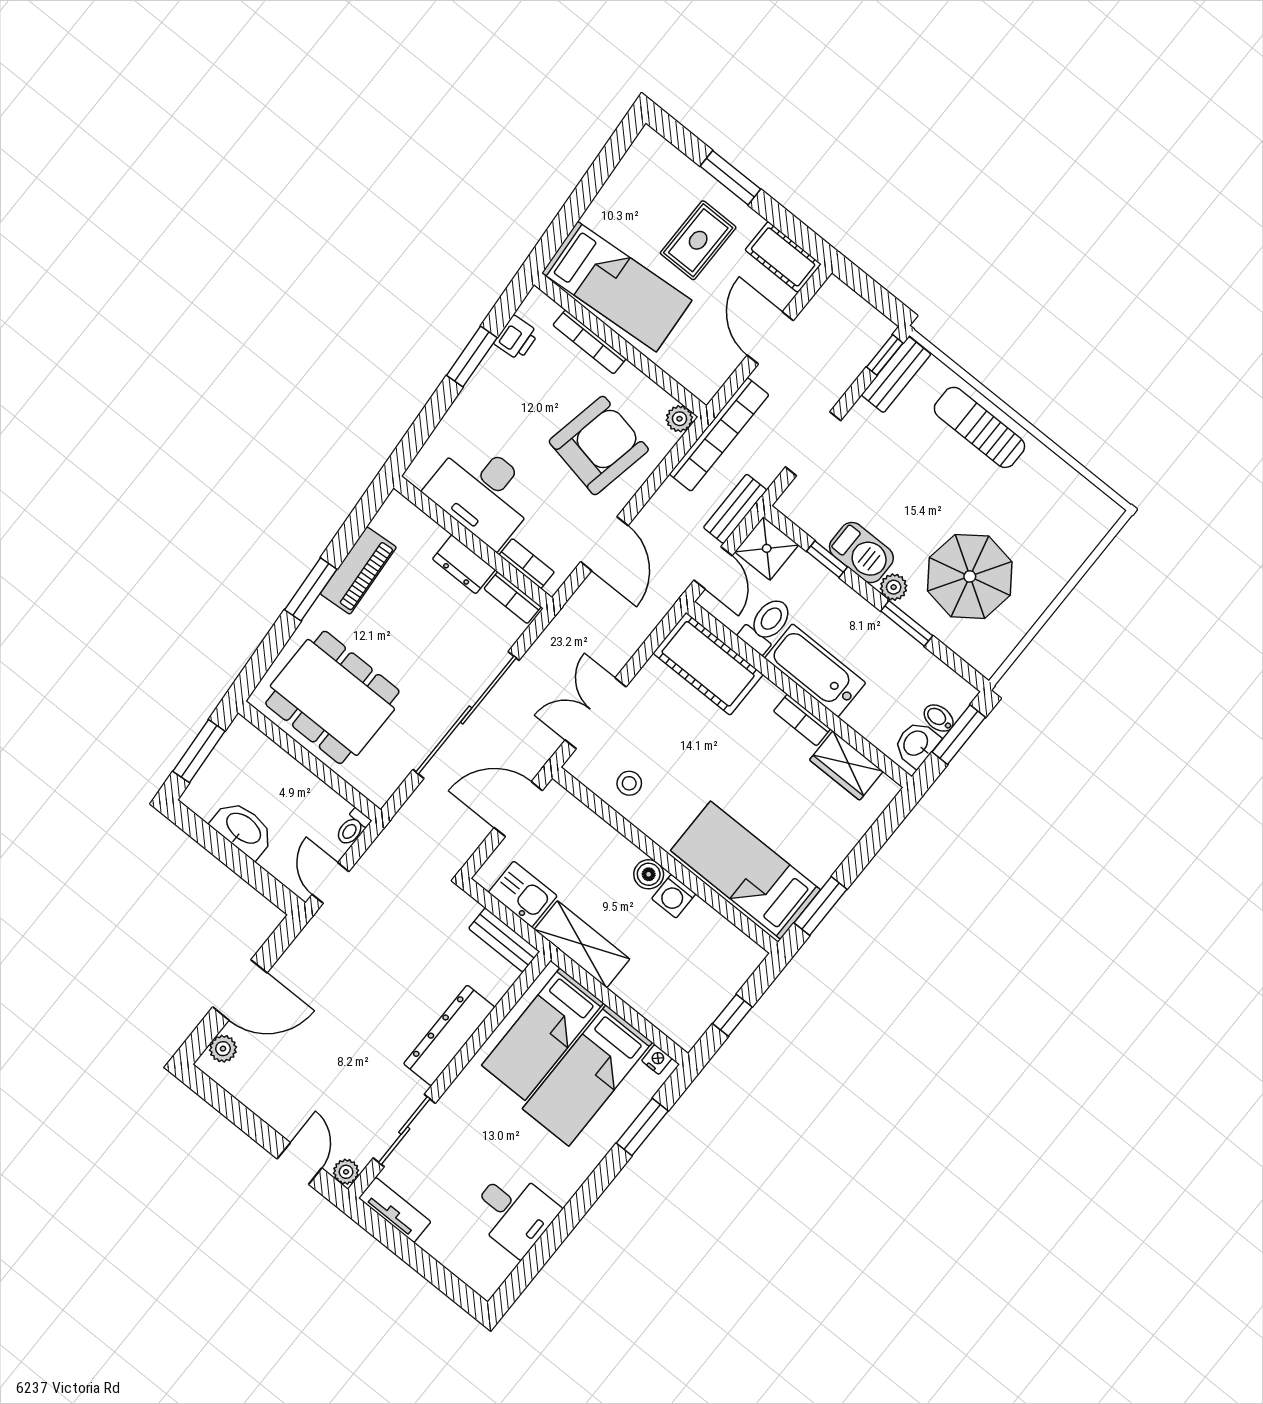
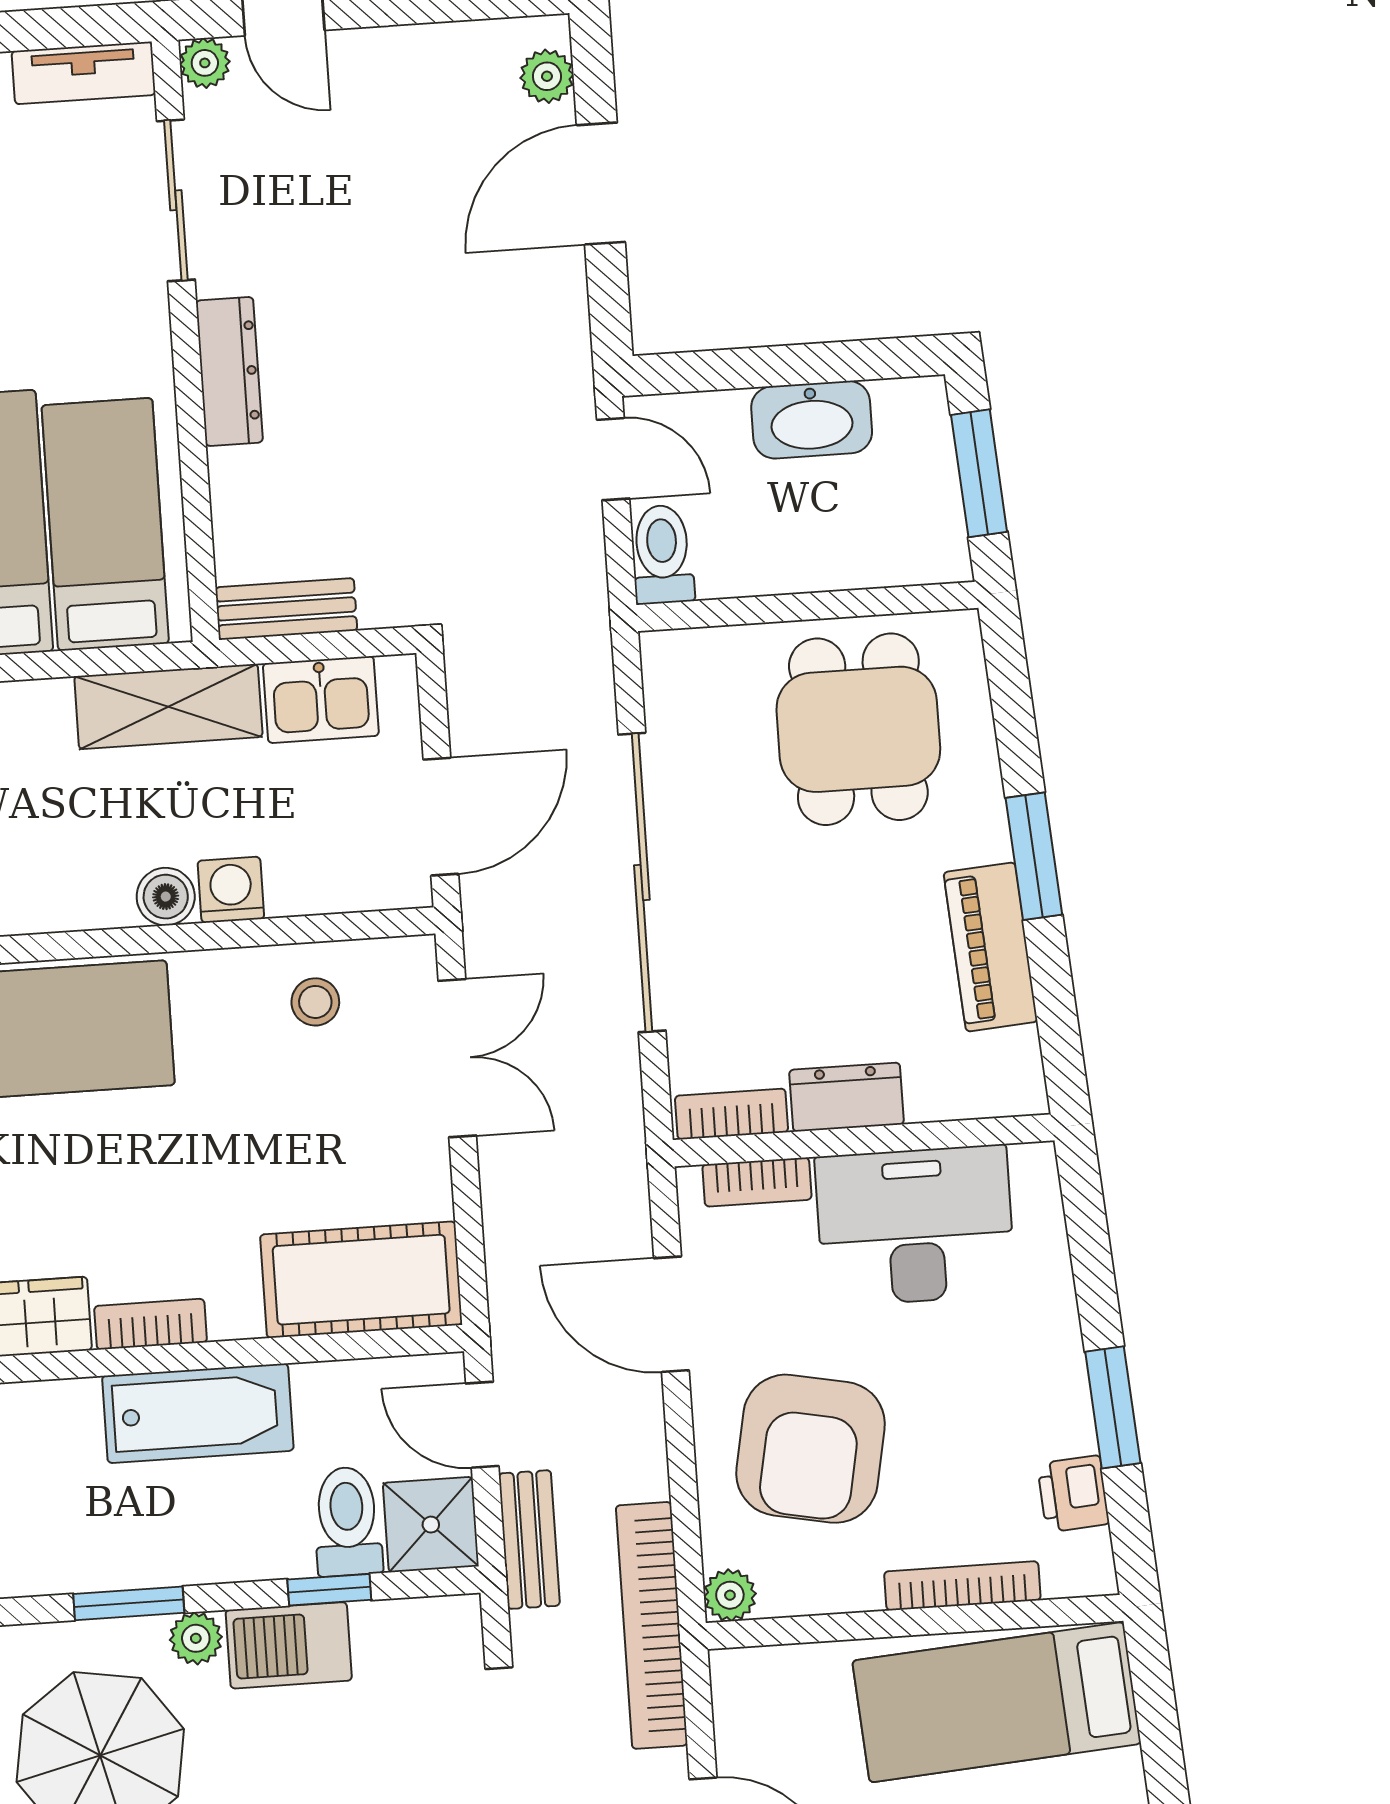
toilet: (766, 625) -> (347, 1521), moved, turned 180
dining table: (332, 697) -> (858, 729), width x0.73
toilet: (353, 828) -> (662, 554), width x1.37, depth x1.39
washing machine: (674, 896) -> (231, 890), moved
dresser: (449, 1035) -> (229, 371), width x0.73, depth x0.80

